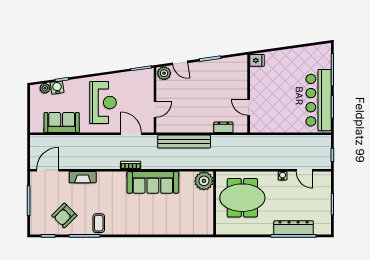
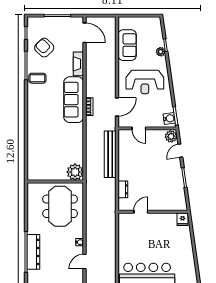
plant: (45, 88) -> (161, 52), moved
water cooler: (57, 88) -> (169, 118), moved
sofa: (153, 182) -> (74, 100), moved

